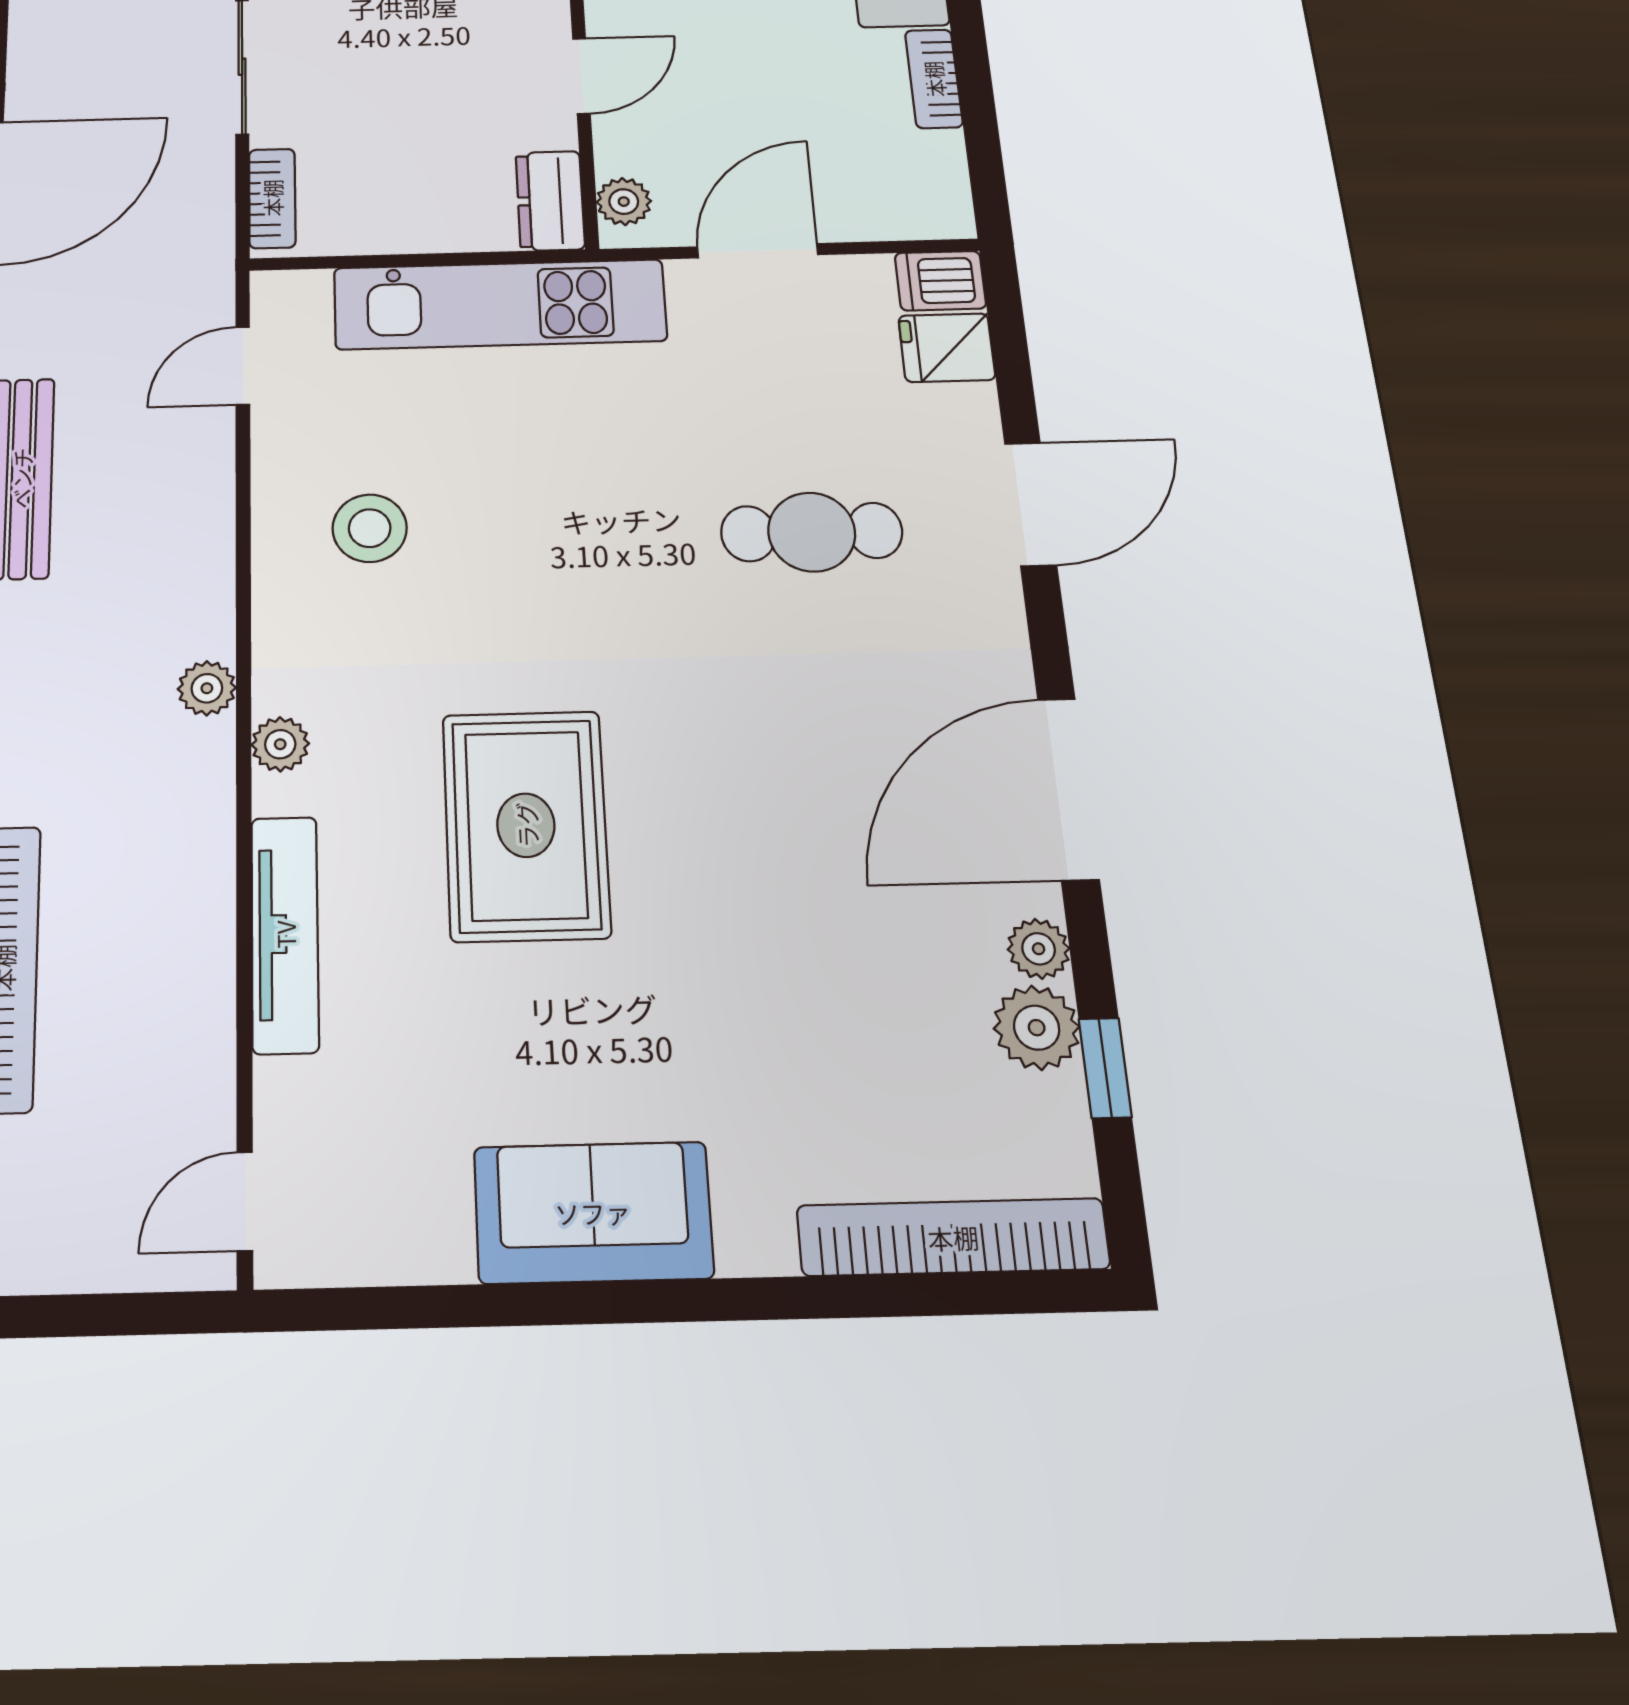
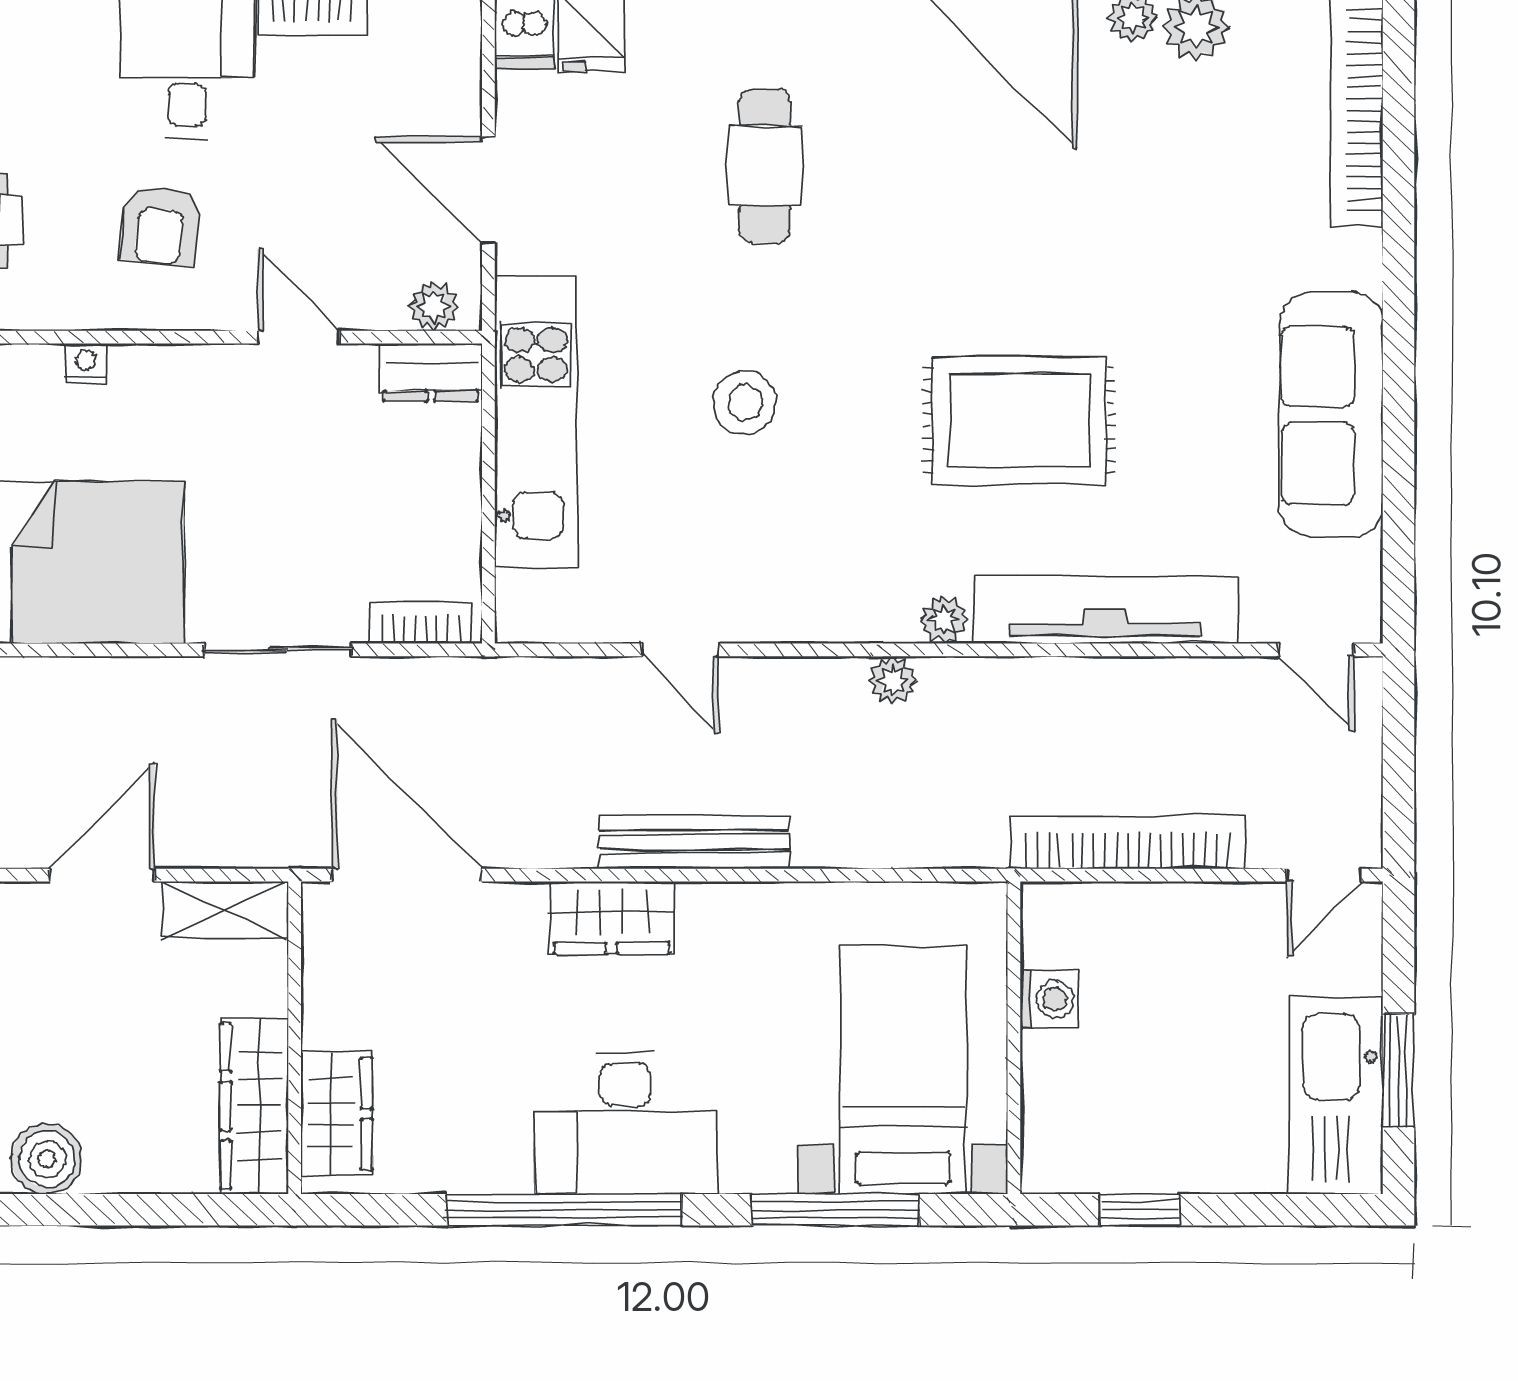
door: (243, 366) -> (680, 650), moved
stool: (370, 528) -> (745, 403), moved
tv unit: (285, 934) -> (1105, 610), width x1.36, depth x1.29
sofa: (593, 1212) -> (1331, 415), width x1.36

